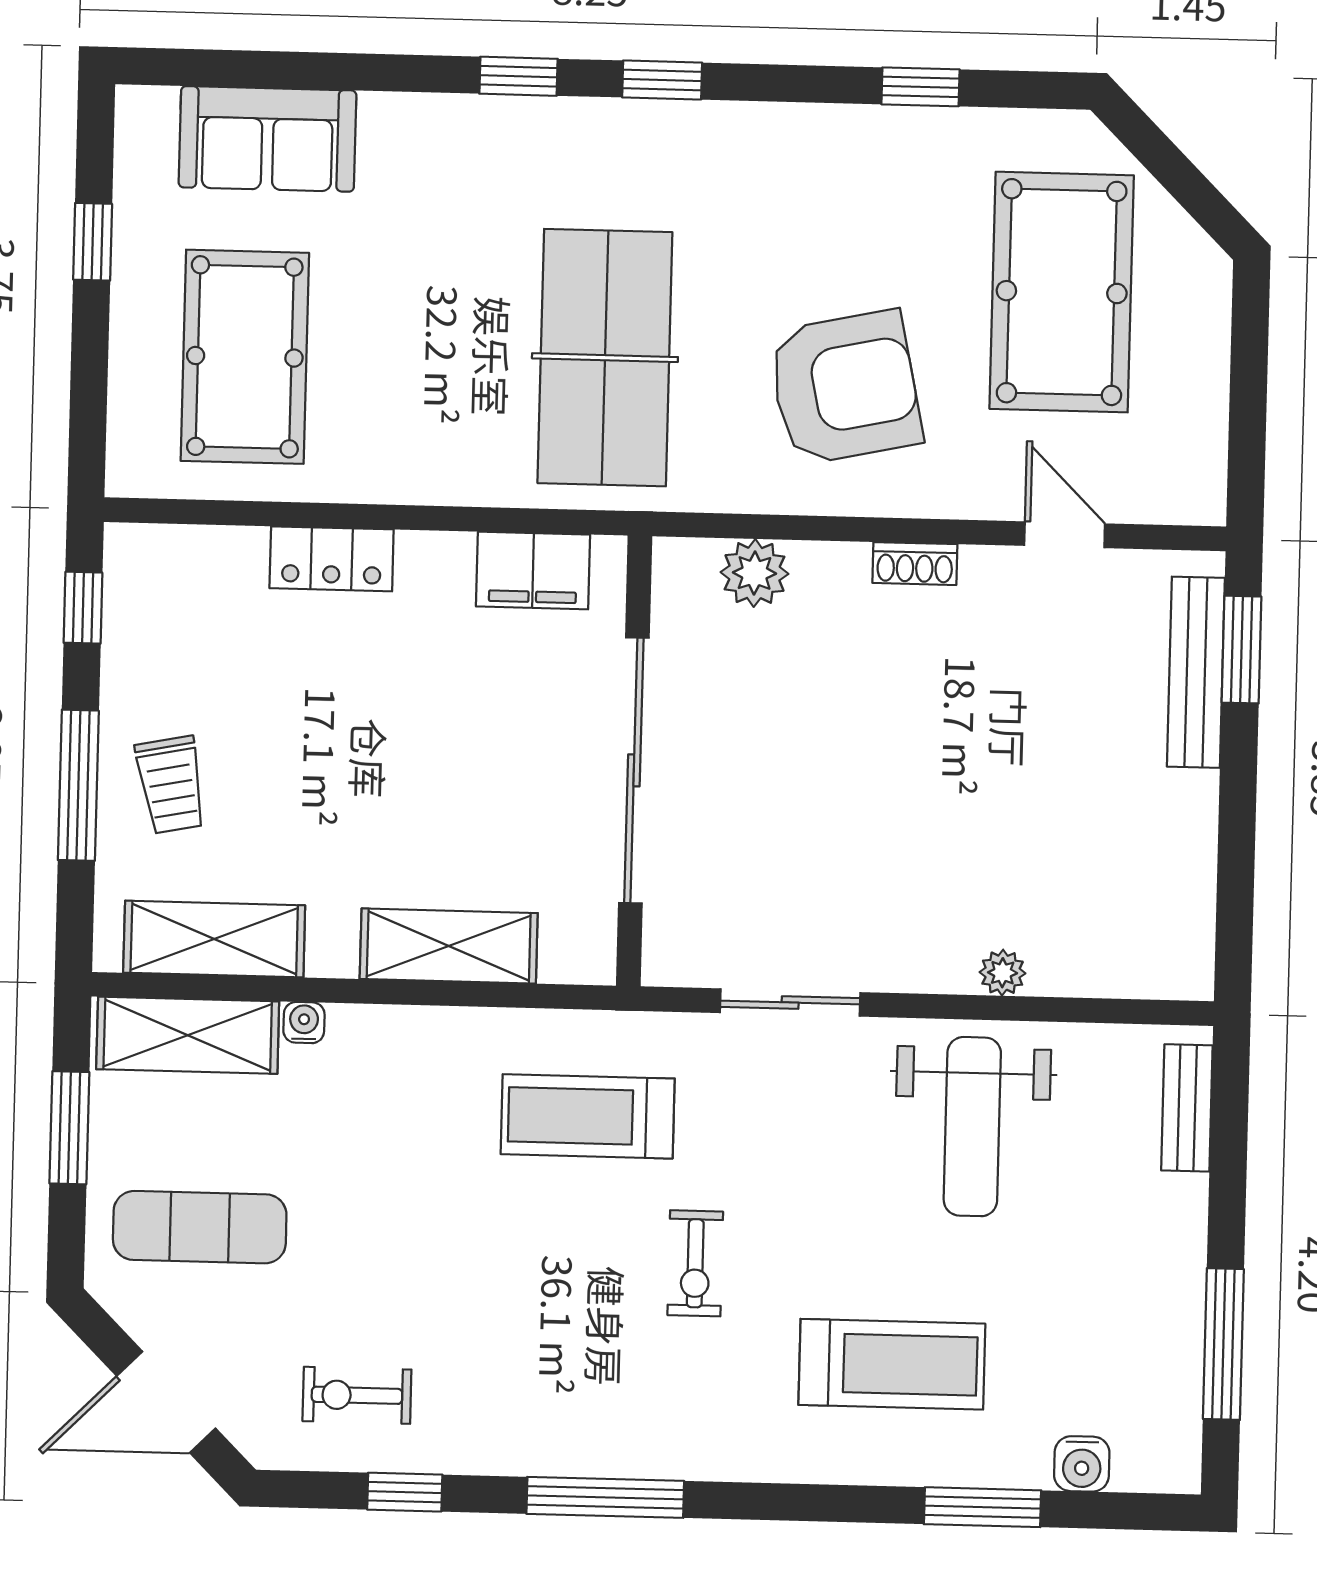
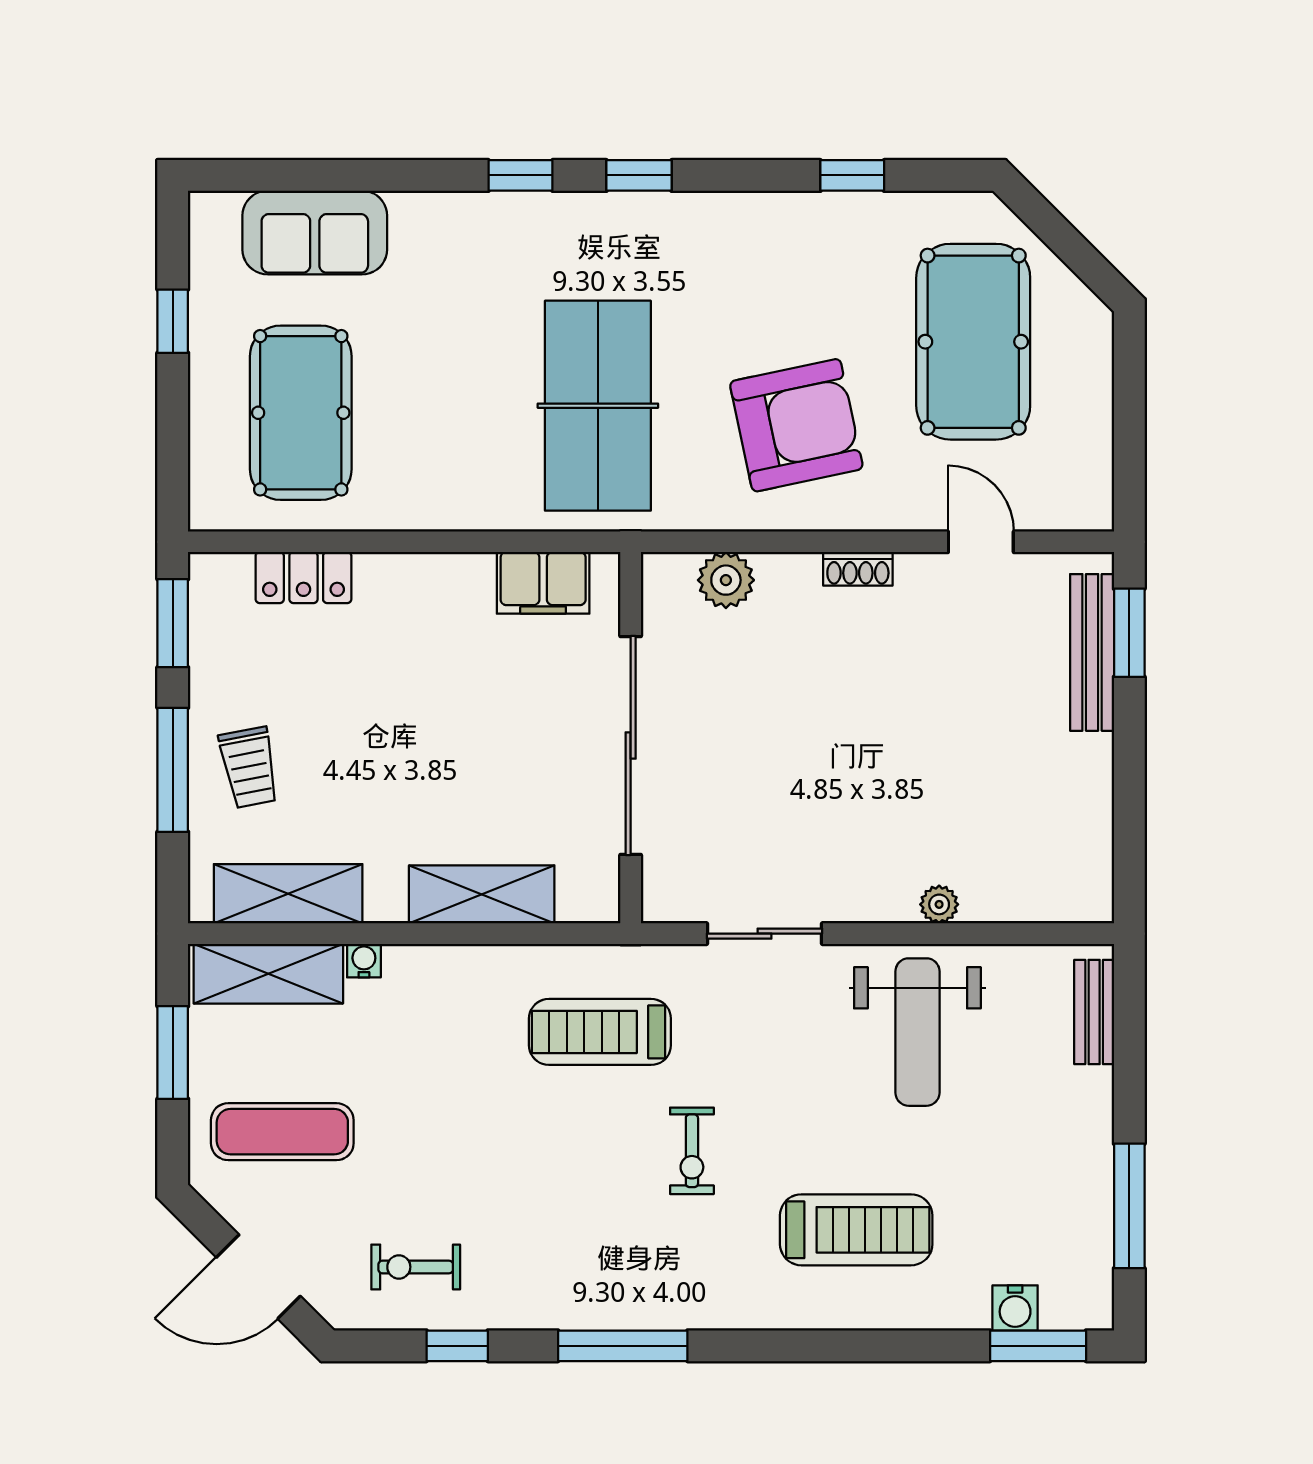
locker: (332, 559) -> (303, 578), moved
window: (83, 608) -> (173, 623), width x1.50
window: (983, 1507) -> (1038, 1346), moved

